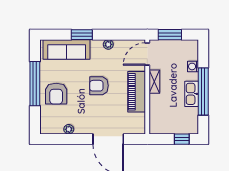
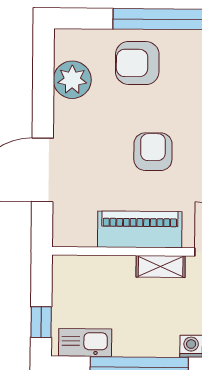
kitchen sink: (192, 94) -> (85, 343), moved
plant: (69, 129) -> (72, 80), width x1.88, depth x1.88

